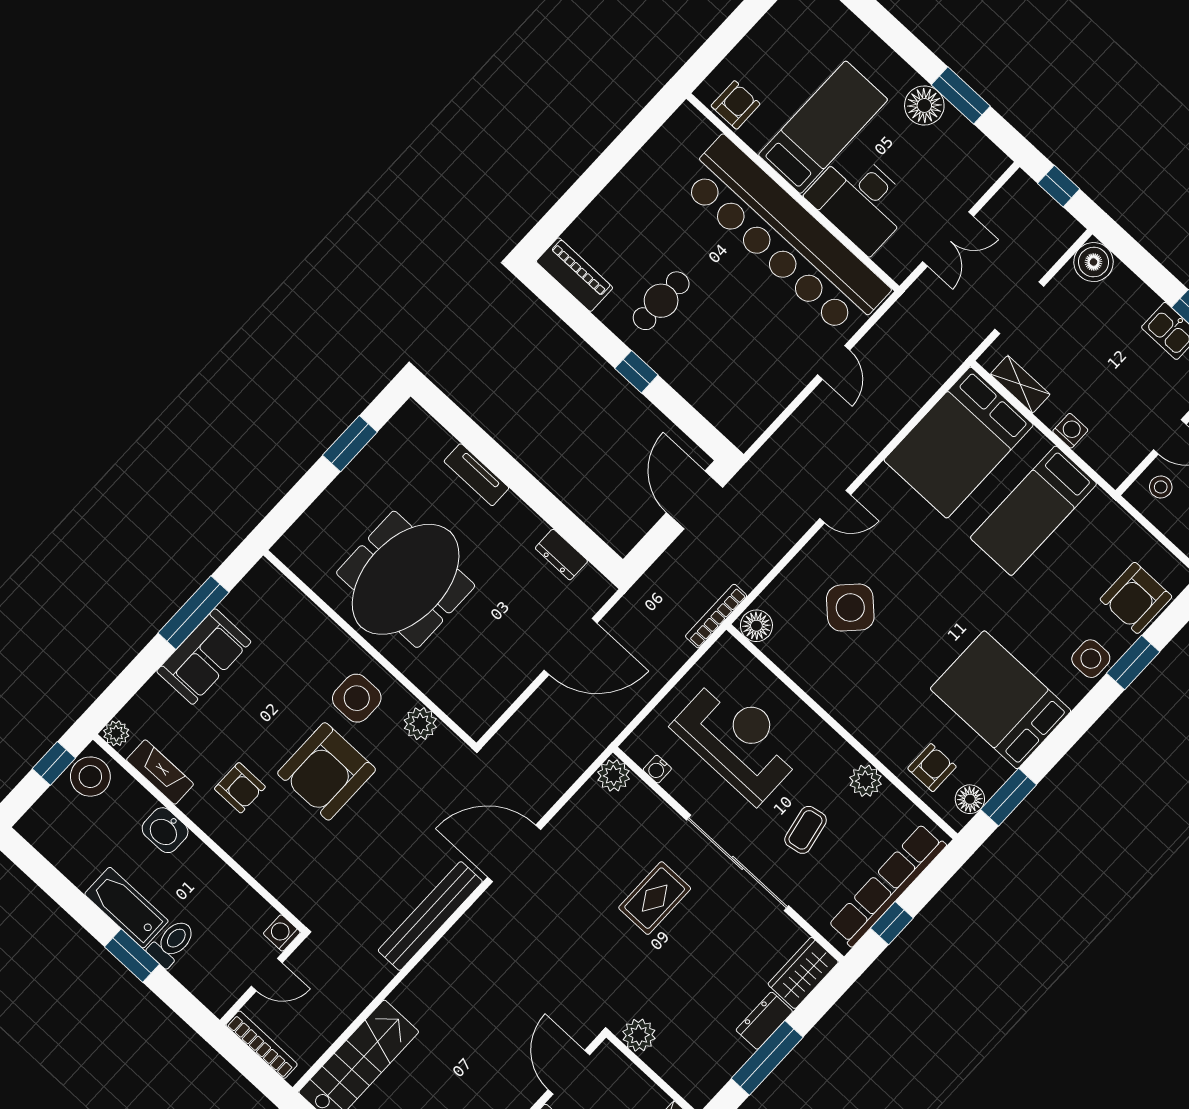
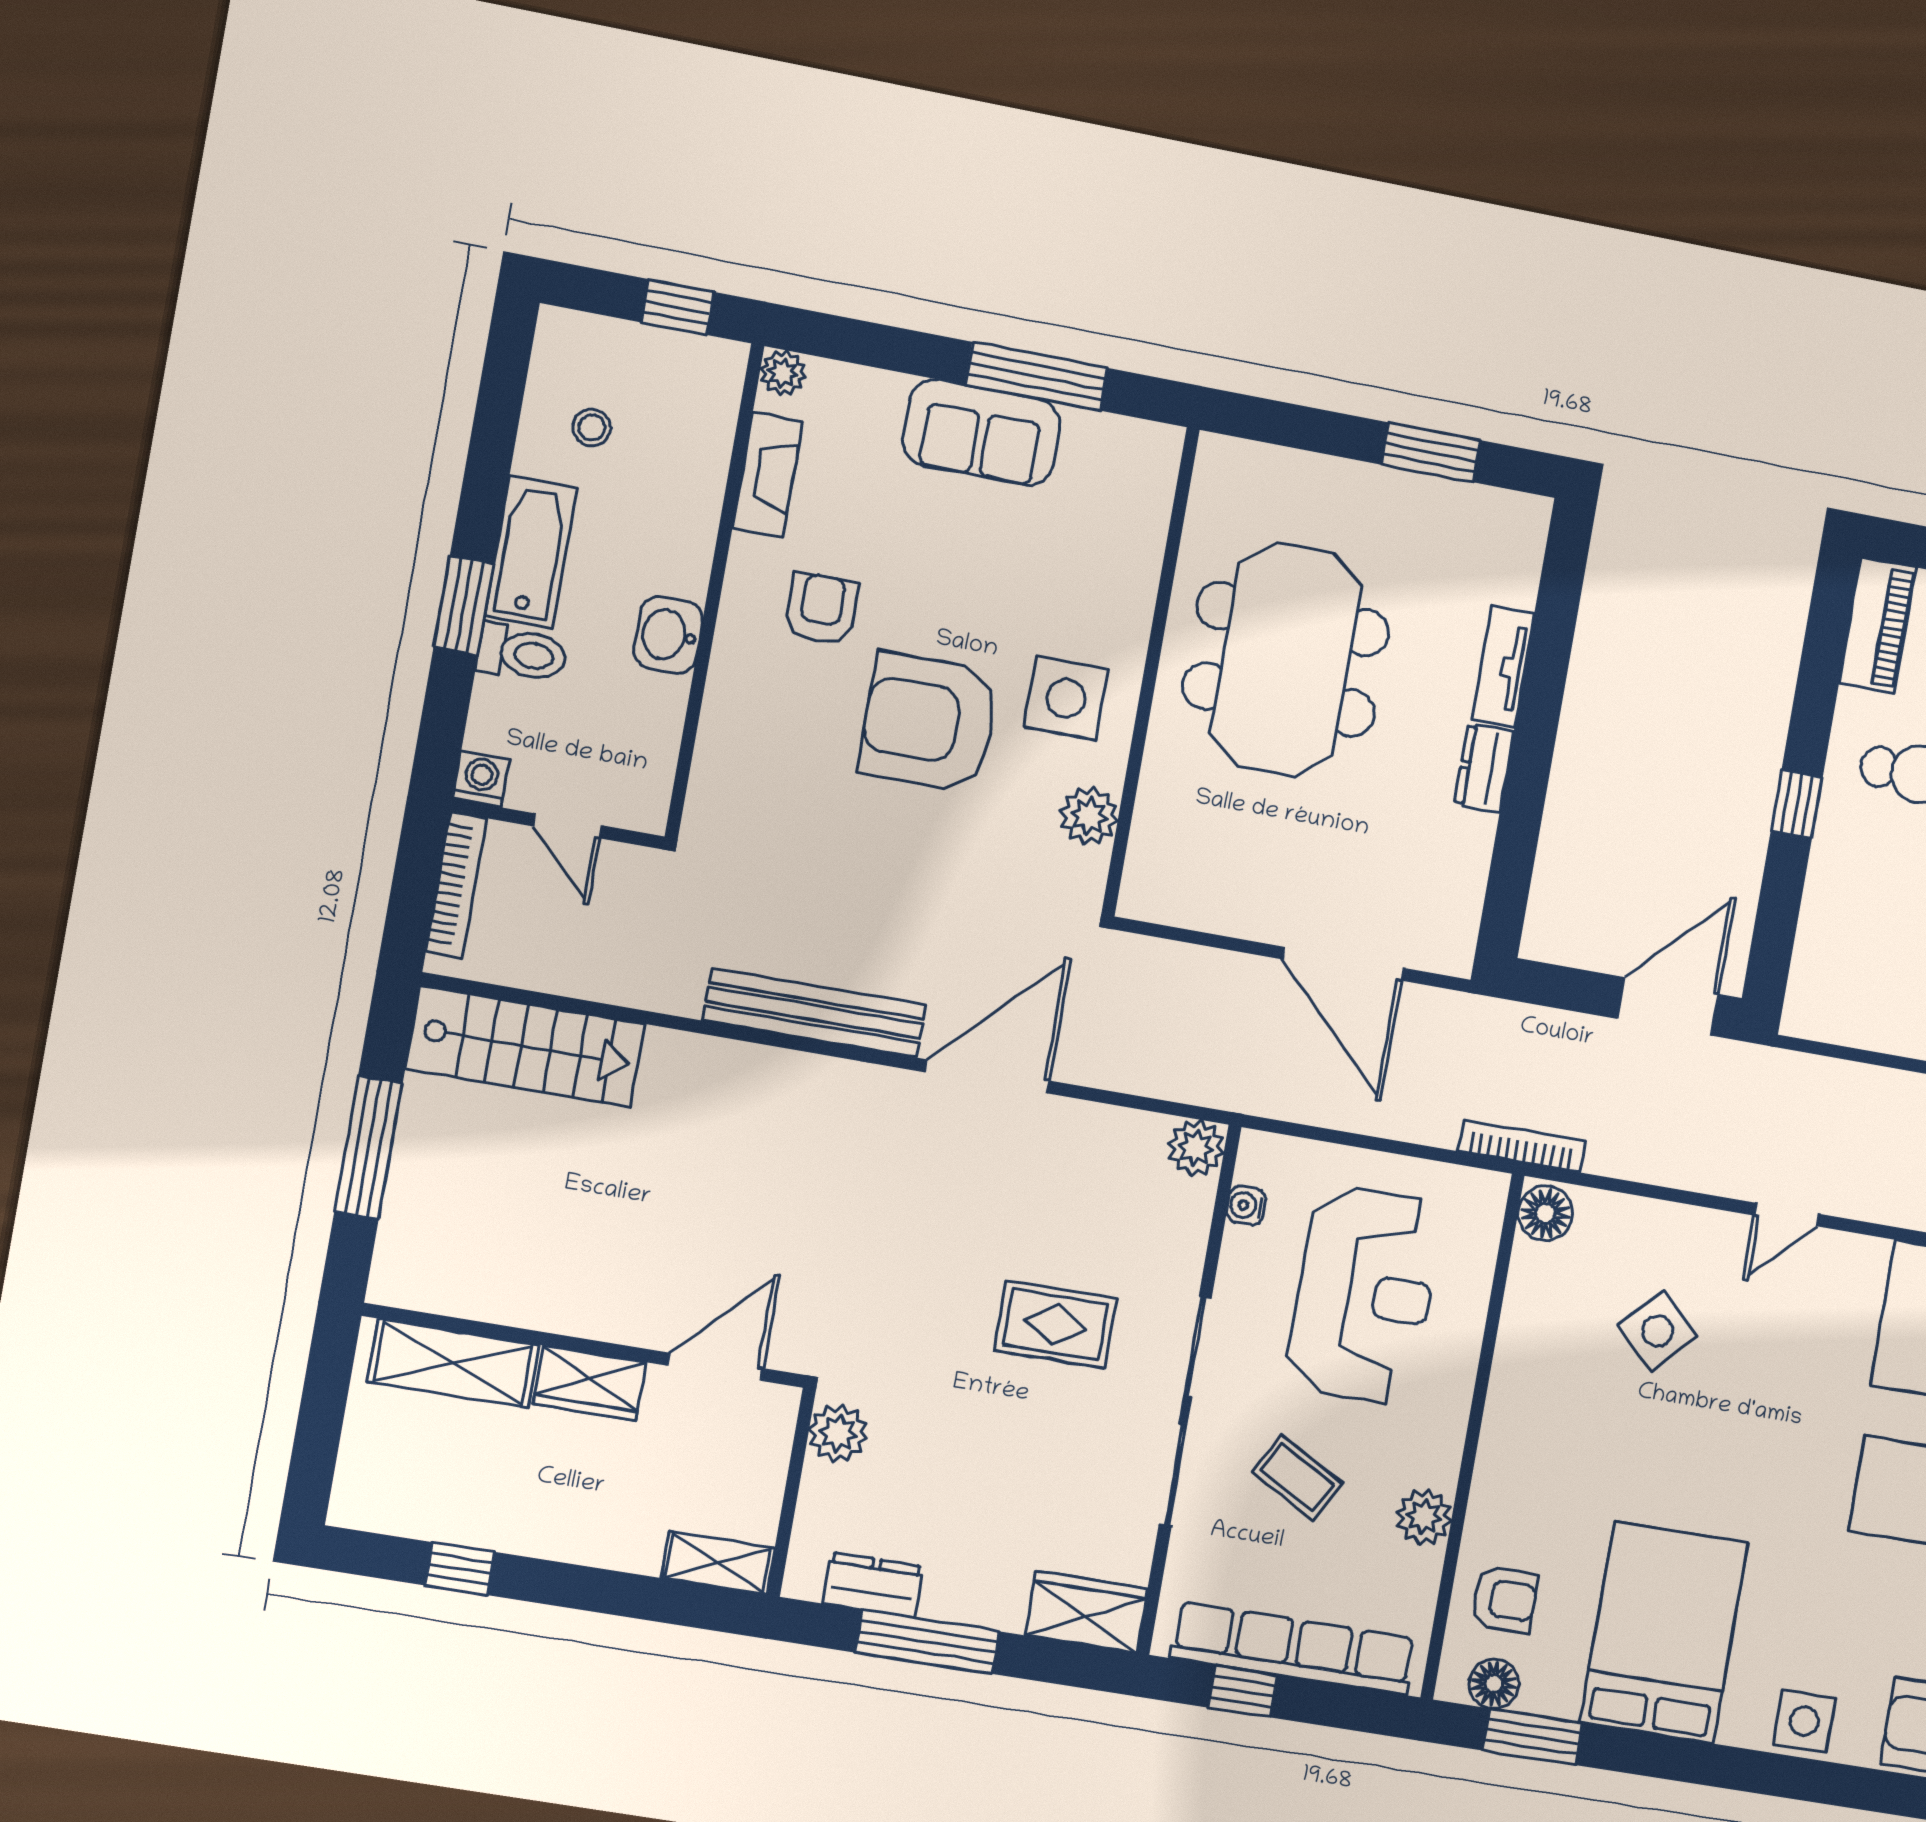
door: (835, 507) -> (1787, 1215), hinge flipped
dresser: (561, 555) -> (1484, 768), moved
meeting table: (406, 579) -> (1286, 659), turned 90
side table: (850, 608) -> (1657, 1331), width x0.73, depth x0.73
window: (1133, 662) -> (1837, 1784), removed
stool: (90, 777) -> (592, 427), moved, width x0.53, depth x0.53
armchair: (240, 788) -> (821, 609), turned 180
washbasin: (165, 830) -> (668, 635), moved
coffee table: (806, 830) -> (1297, 1478), turned 40
door: (514, 853) -> (987, 1076), hinge flipped
washing machine: (282, 933) -> (481, 779), moved
dresser: (764, 1021) -> (873, 1585), moved

